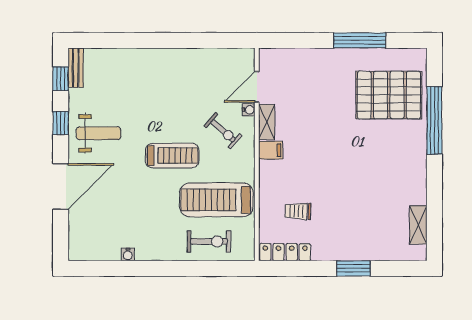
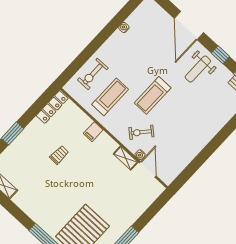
filing cabinet: (271, 150) -> (93, 132), moved
treadmill: (216, 200) -> (110, 97), width x0.73, depth x0.73
trolley: (298, 211) -> (59, 155), moved

